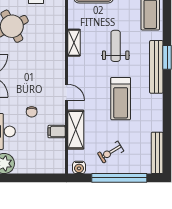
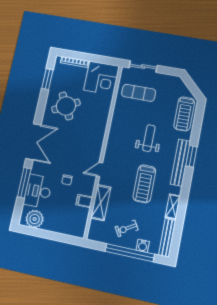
shelving: (74, 43) -> (173, 207), moved
door: (67, 92) -> (99, 169), swing flipped
water cooler: (79, 167) -> (143, 246), moved

